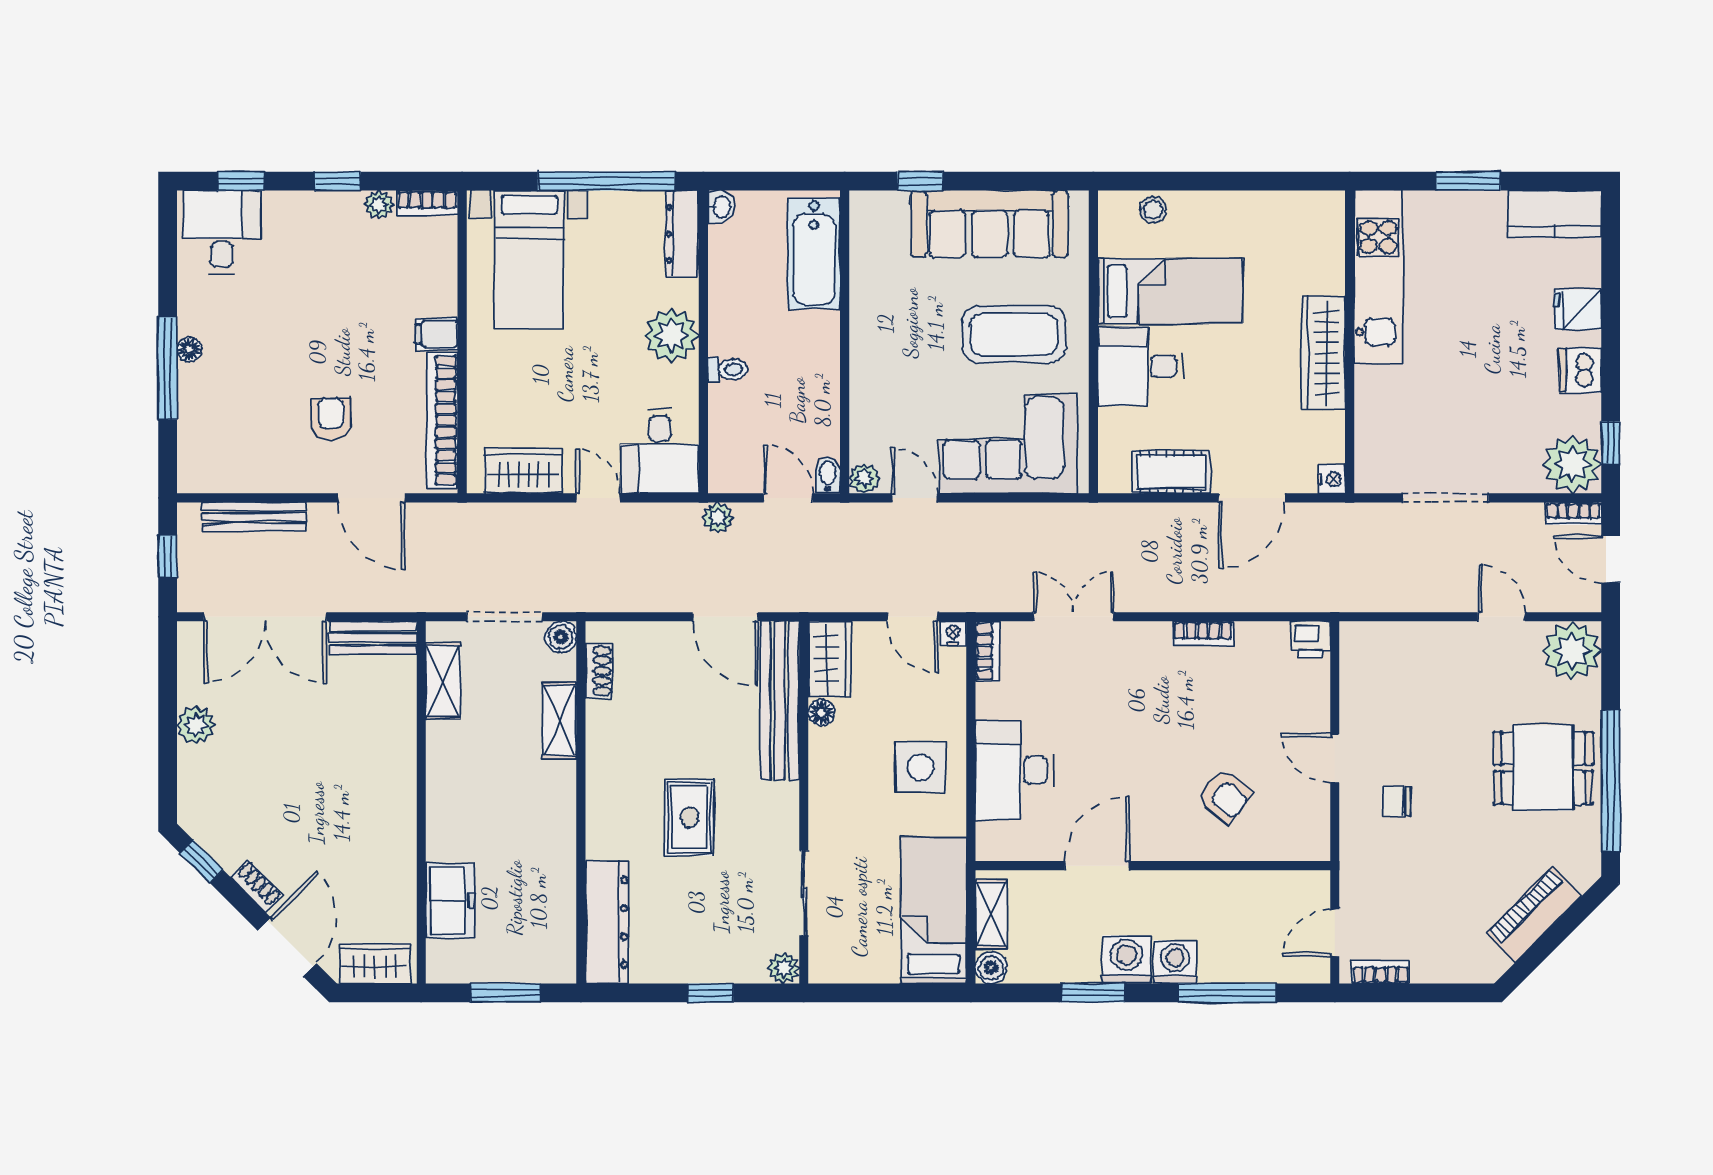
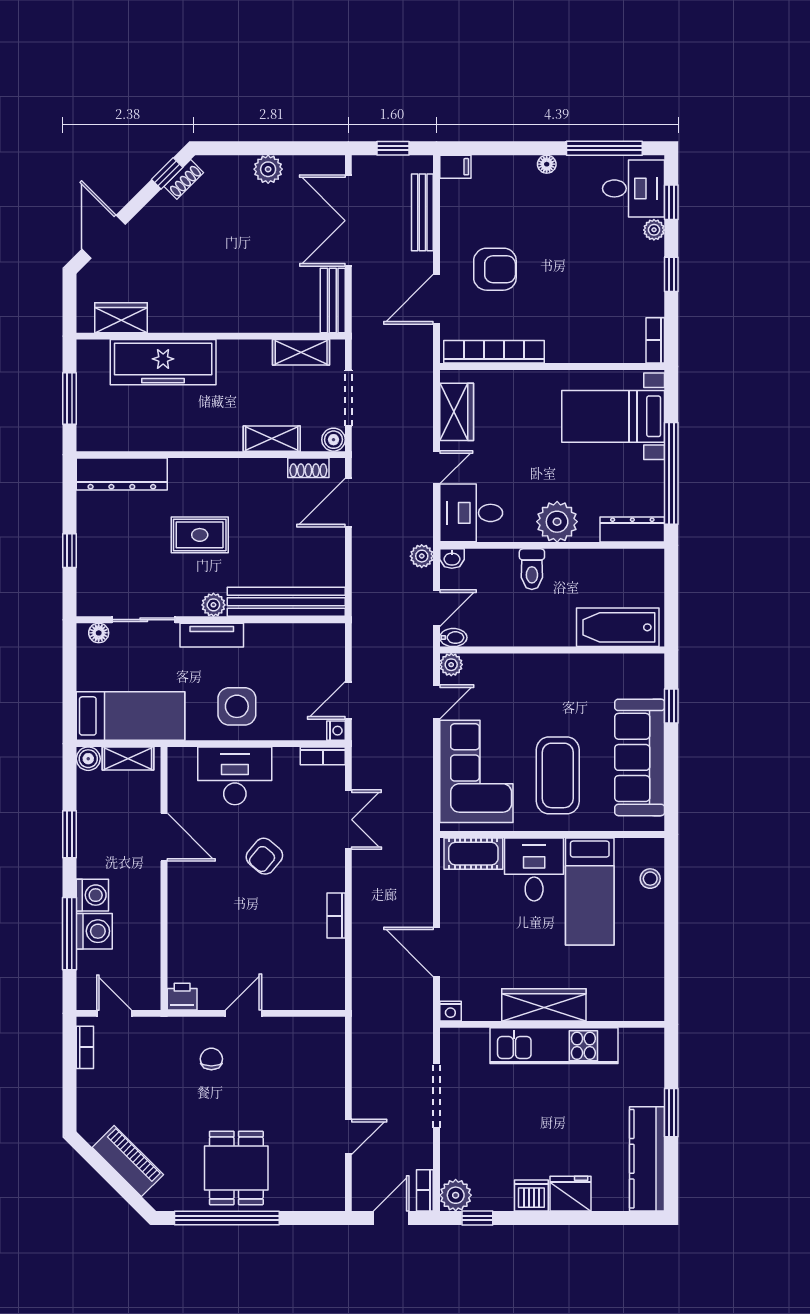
plant: (379, 205) -> (654, 230), moved
washbasin: (721, 207) -> (452, 559), moved
kitchen counter: (1554, 214) -> (647, 1159), width x1.50
kitchen unit: (1378, 277) -> (554, 1046), moved
fridge: (1578, 310) -> (571, 1194), width x1.38
filing cabinet: (437, 334) -> (455, 167), moved, turned 90
window: (168, 368) -> (604, 148), moved
toilet: (728, 369) -> (532, 569), width x1.37, depth x1.39
armchair: (331, 419) -> (495, 269), width x1.38, depth x1.38
plant: (1572, 464) -> (456, 1195), width x0.73, depth x0.73
cot: (1171, 472) -> (473, 854), moved, turned 90
door: (725, 617) -> (348, 503), moved
printer: (1310, 639) -> (182, 997), moved, turned 90
plant: (1572, 651) -> (323, 1189), removed
wardrobe: (830, 659) -> (317, 639), removed
floor lamp: (822, 713) -> (99, 633), moved
armchair: (1225, 796) -> (264, 856), moved
tv unit: (824, 801) -> (212, 635), added
shoe rack: (257, 886) -> (184, 179), moved
freezer: (450, 901) -> (163, 362), width x1.91, depth x1.26
door: (287, 947) -> (104, 237), swing flipped
washing machine: (1127, 960) -> (94, 931), moved
wardrobe: (375, 963) -> (121, 318), moved, turned -90
plant: (784, 968) -> (213, 605), moved

